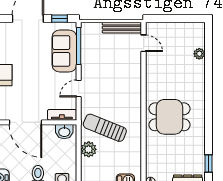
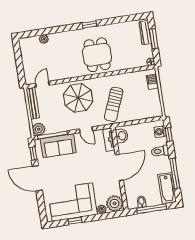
parasol: (120, 85) -> (78, 98), added
plant: (89, 149) -> (39, 129), moved
window: (209, 164) -> (89, 24), moved

